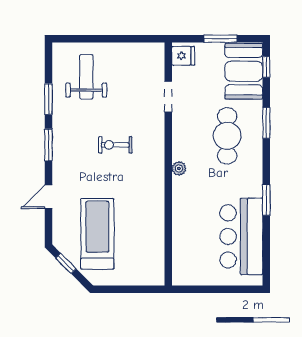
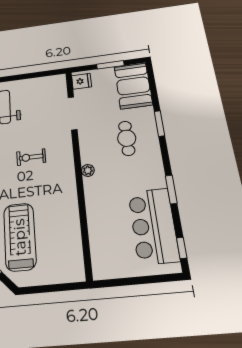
window: (266, 67) -> (182, 248), moved
doorway: (168, 97) -> (73, 113), width x1.38
cafe table: (227, 136) -> (127, 138), width x0.73, depth x0.74

